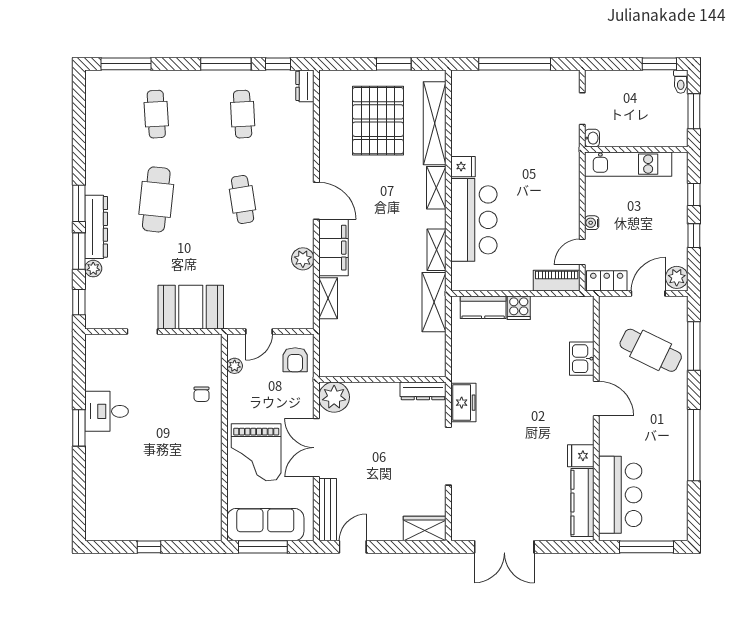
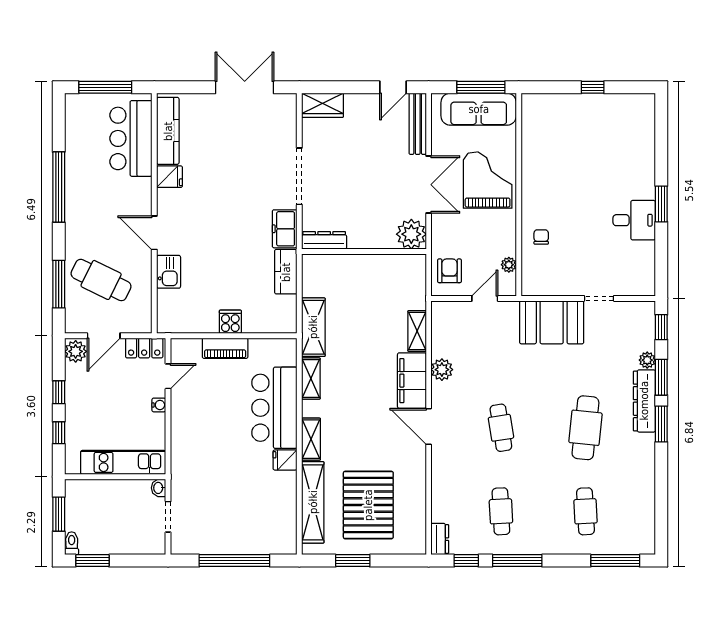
piano: (557, 281) -> (225, 348), moved
kitchen counter: (483, 307) -> (286, 272), moved, turned -90

